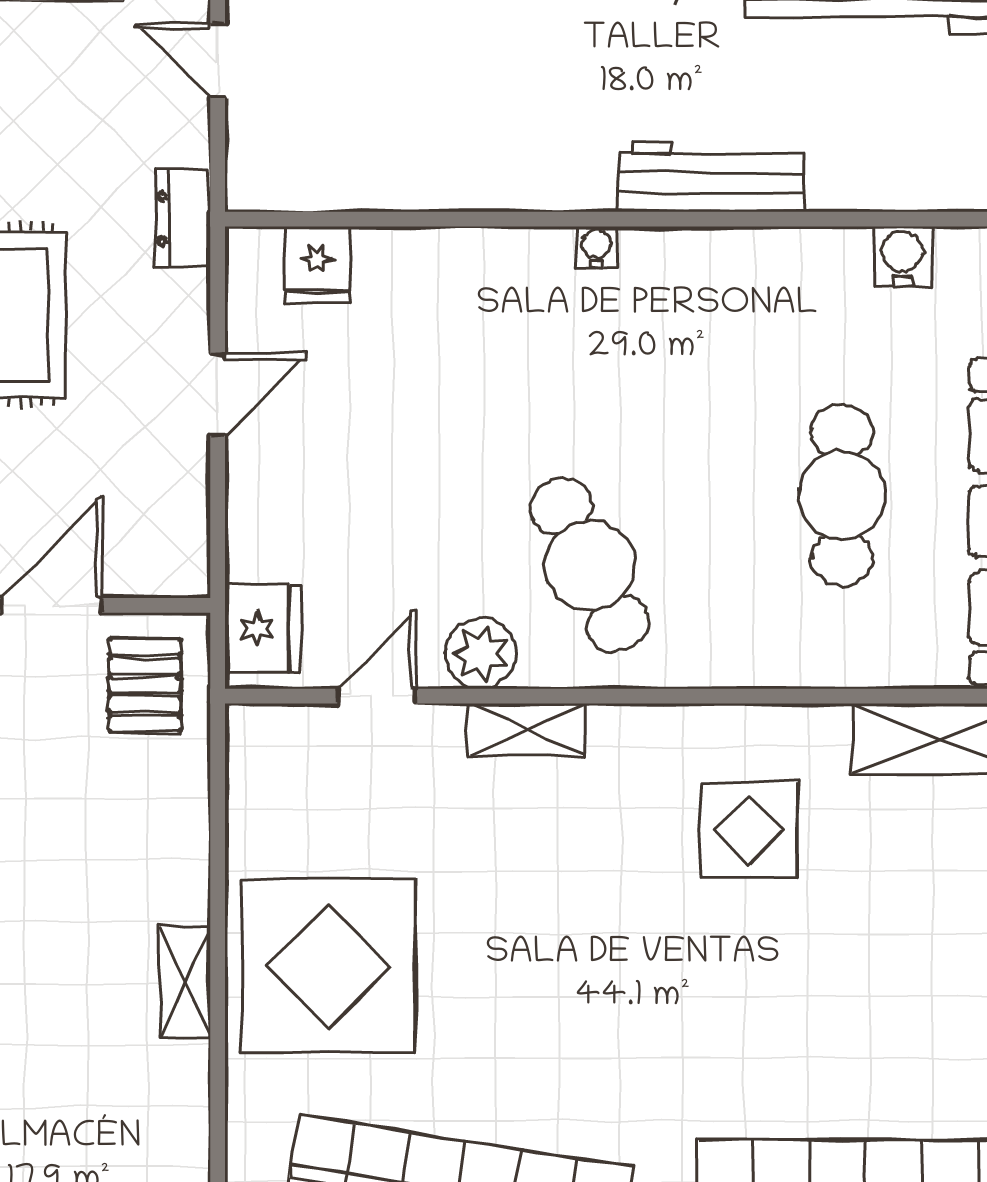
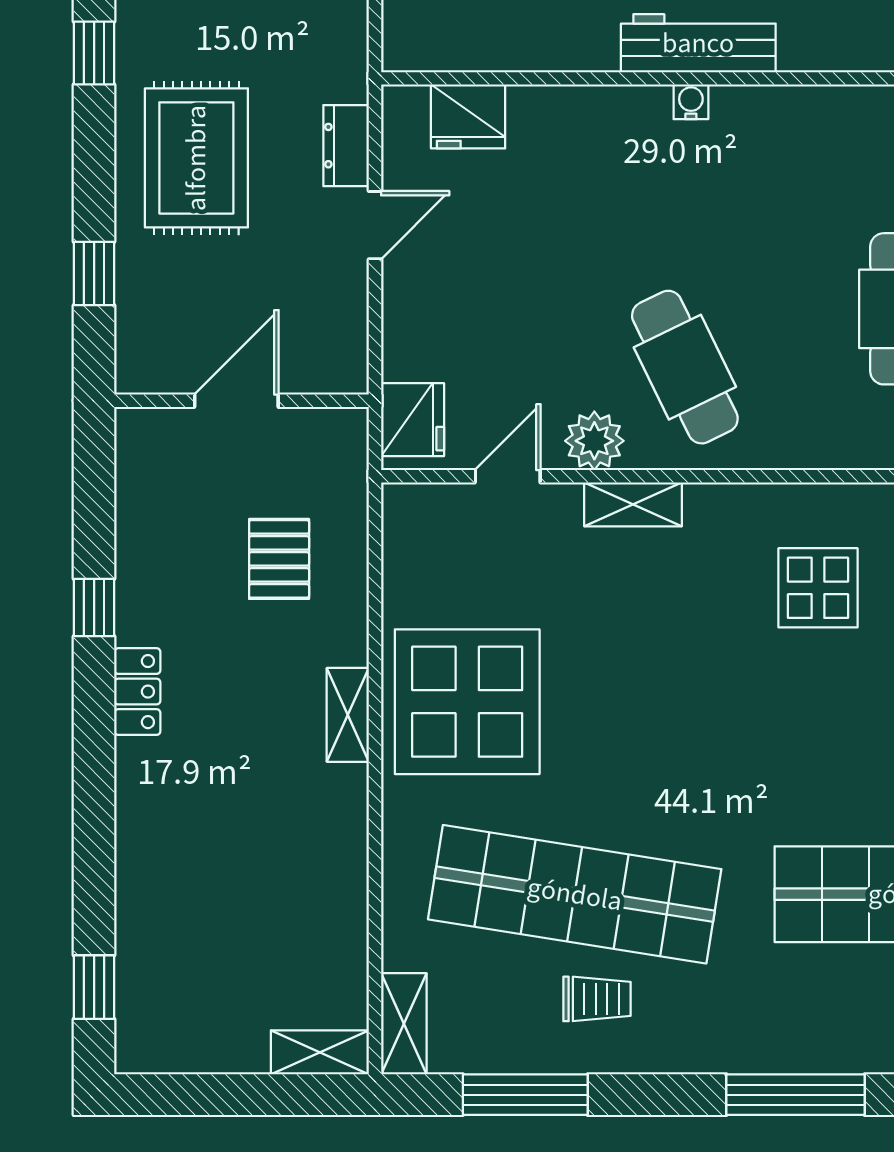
workbench: (711, 177) -> (698, 43), moved
dresser: (183, 219) -> (346, 146), moved
fridge: (317, 265) -> (468, 116), width x1.38
pallet: (145, 685) -> (279, 559), moved

